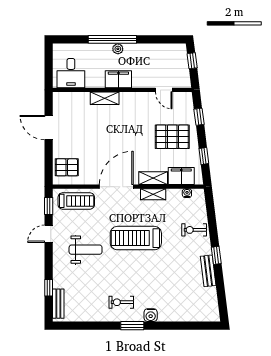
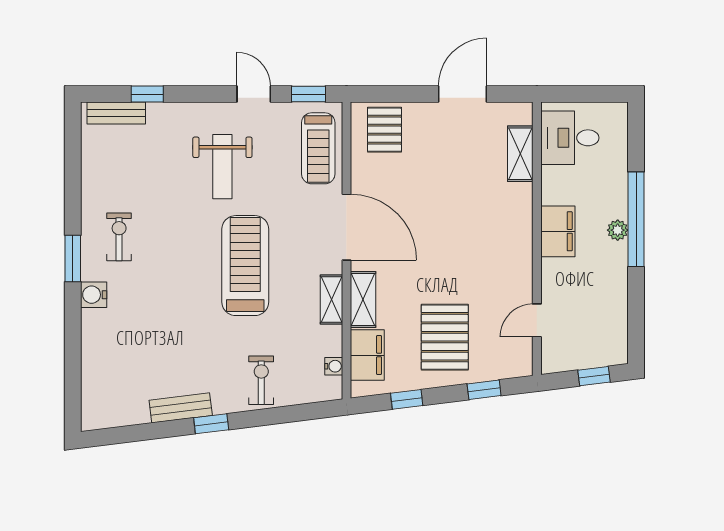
shelving: (105, 98) -> (520, 154), moved

